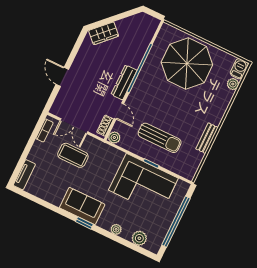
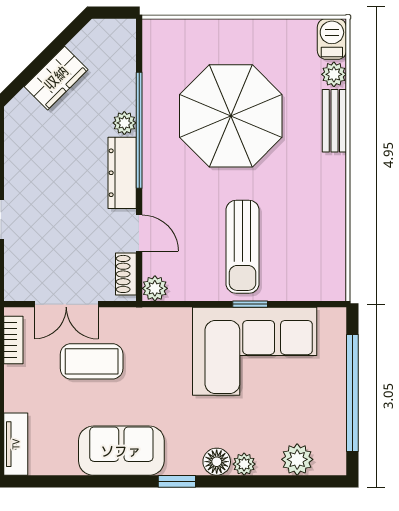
wardrobe: (104, 33) -> (56, 78), moved
plant: (135, 62) -> (124, 123), added
parasol: (187, 63) -> (231, 116), moved
sun lounger: (160, 138) -> (243, 247), turned 90
bench: (207, 138) -> (334, 121), moved
sofa: (82, 206) -> (121, 451), moved
floor lamp: (105, 223) -> (217, 462), added

